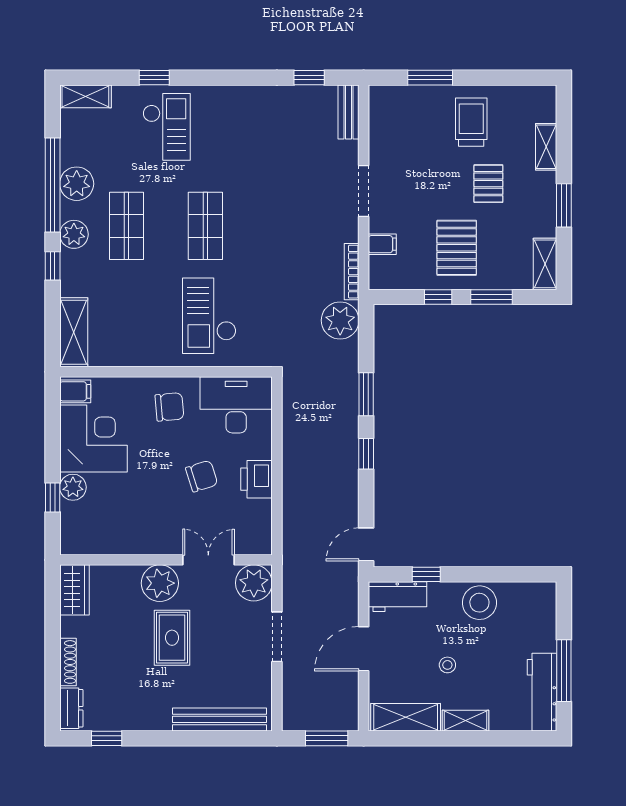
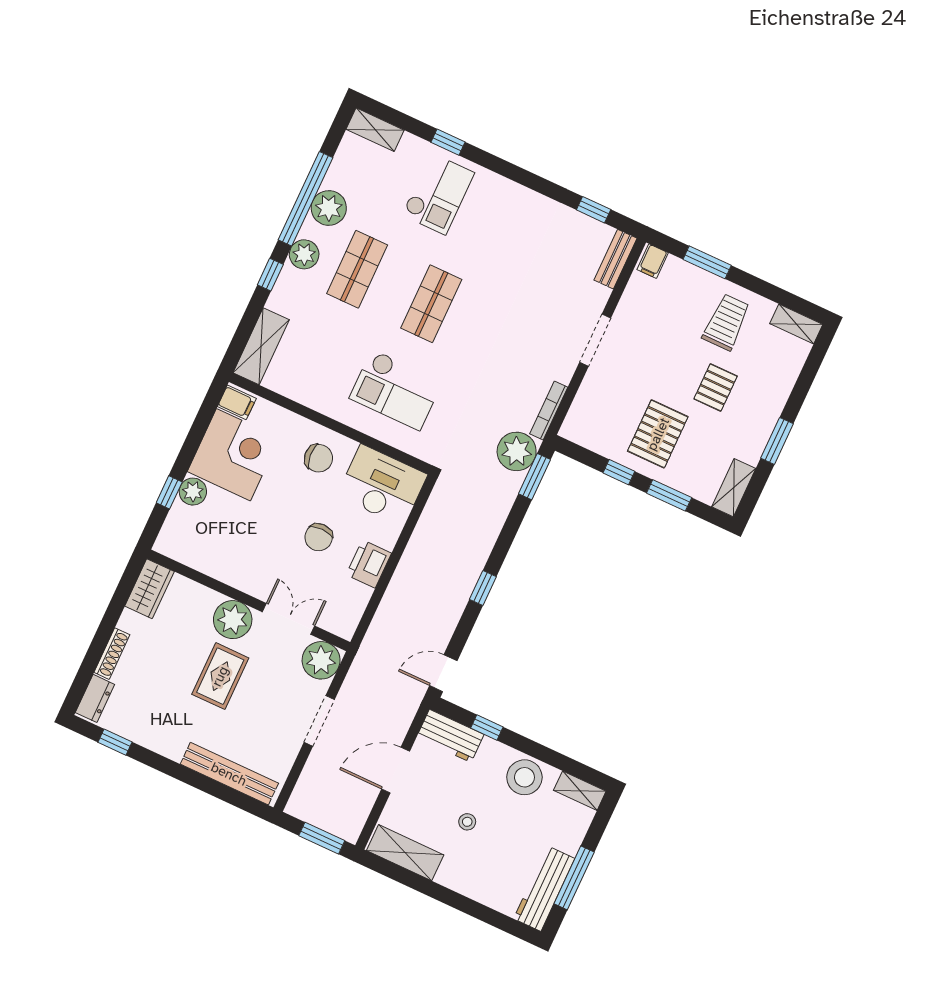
shelving: (546, 147) -> (796, 324), moved, turned 90
filing cabinet: (382, 244) -> (653, 261), moved, turned 90
checkout: (209, 316) -> (396, 390), turned -90
window: (366, 394) -> (535, 477), moved
chair: (202, 476) -> (319, 537), turned 108
shelving: (465, 721) -> (580, 791), moved

